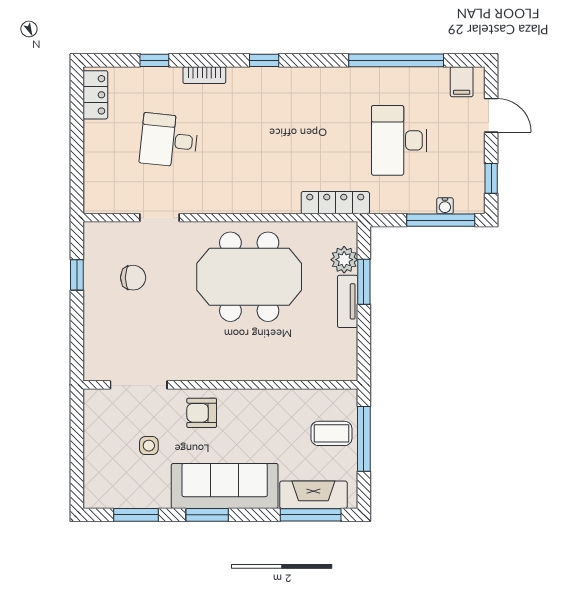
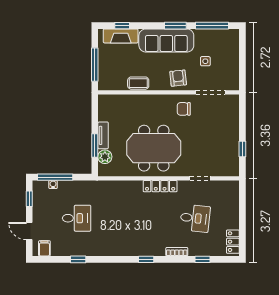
window: (396, 60) -> (78, 259), width x0.32
desk: (399, 140) -> (77, 218), width x0.73
locker: (335, 203) -> (160, 186), moved
chair: (133, 278) -> (184, 109), moved
armchair: (202, 413) -> (178, 78), turned -96
coffee table: (331, 433) -> (138, 83), moved
window: (136, 515) -> (212, 26), width x1.44
window: (311, 515) -> (122, 26), width x0.46

